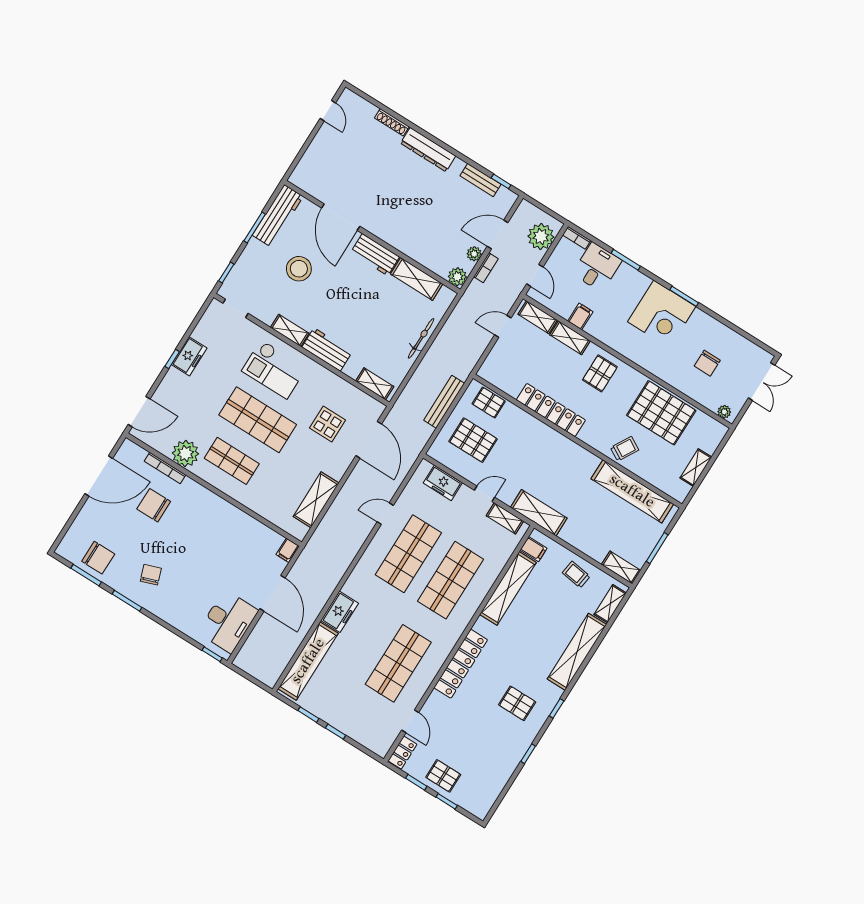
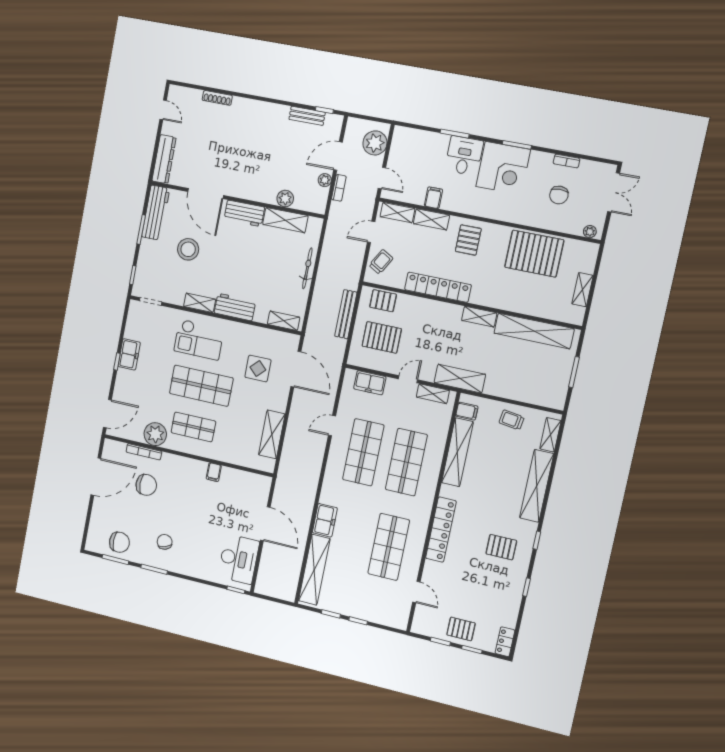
dresser: (428, 150) -> (164, 159), moved, turned -90
bookcase: (577, 238) -> (567, 161), moved
desk: (597, 267) -> (464, 156), moved
plant: (457, 277) -> (285, 199), moved
trolley: (625, 449) -> (381, 262), moved
chair: (154, 505) -> (146, 485), turned 180
filing cabinet: (288, 550) -> (214, 472), moved
shelving: (621, 567) -> (479, 317), moved
locker: (402, 753) -> (505, 642), moved, turned 180

